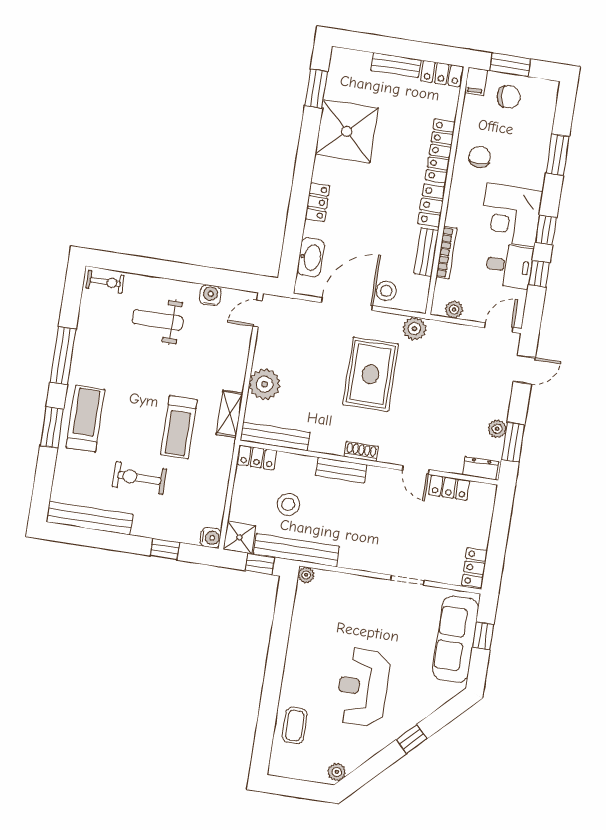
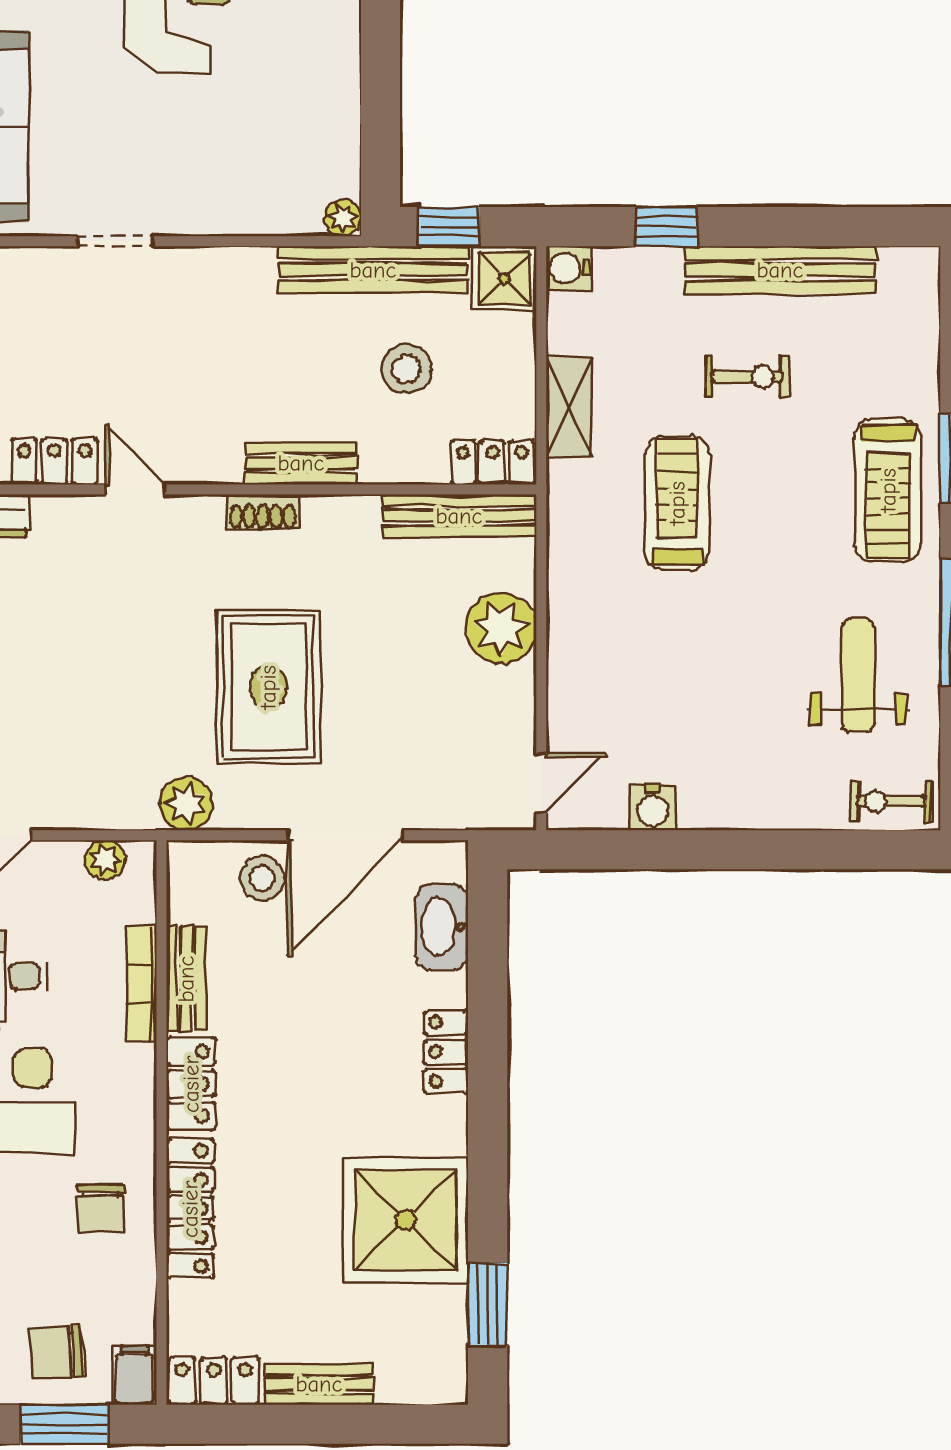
weight bench: (158, 320) -> (858, 675), moved, turned -90
shelving: (229, 414) -> (569, 407), moved
exercise bike: (140, 478) -> (747, 376), width x0.73, depth x0.72
bench: (89, 518) -> (780, 270), moved

